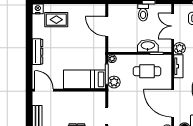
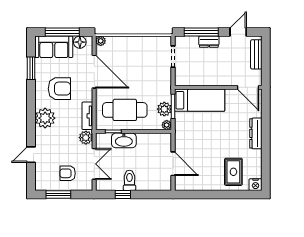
rug: (56, 20) -> (233, 172), turned 90
cafe table: (147, 71) -> (125, 110), width x1.37, depth x1.35
plant: (114, 82) -> (164, 109), moved

